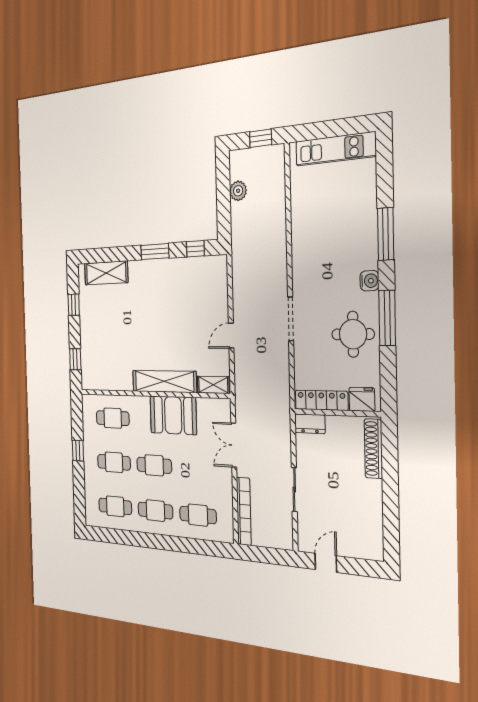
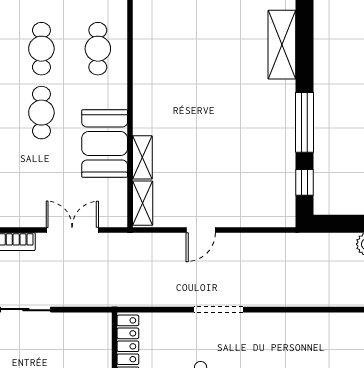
window: (155, 252) -> (305, 122), width x1.44
door: (231, 336) -> (201, 230), swing flipped
shelving: (164, 381) -> (142, 157), width x0.45, depth x0.75
dresser: (310, 424) -> (101, 331), removed

